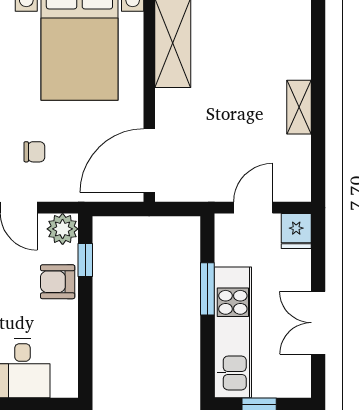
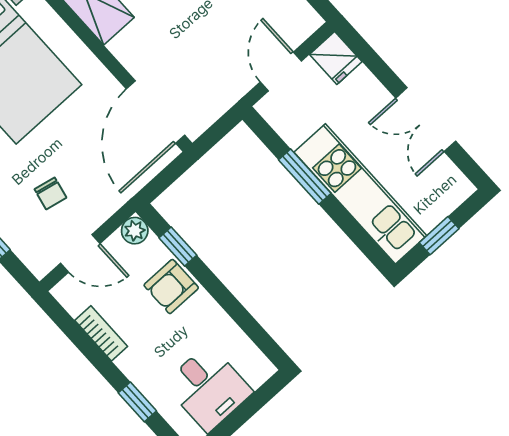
chair: (34, 152) -> (50, 193), turned 102
plant: (63, 229) -> (135, 231), width x0.73, depth x0.73

